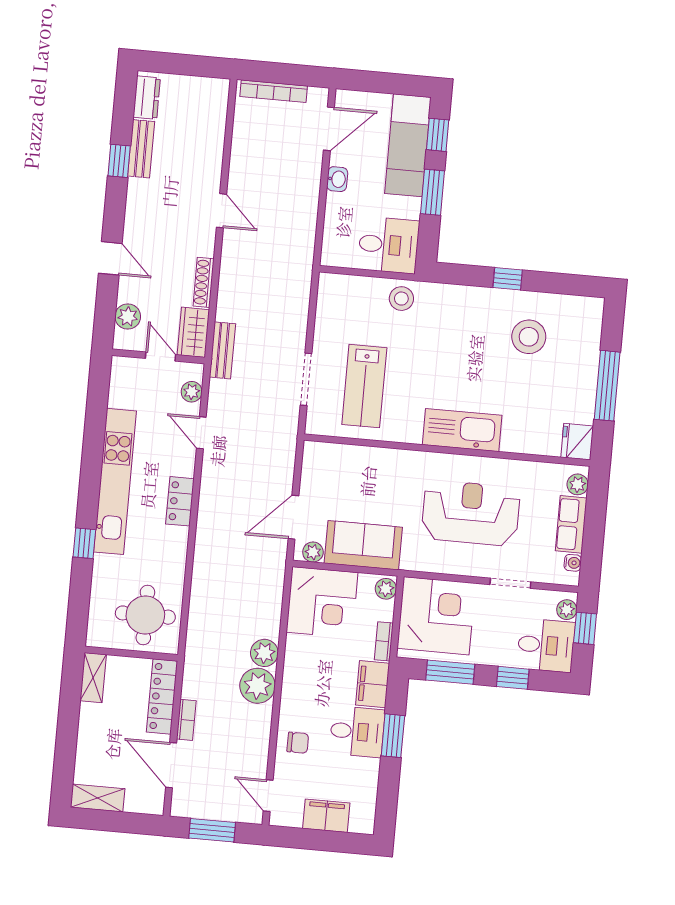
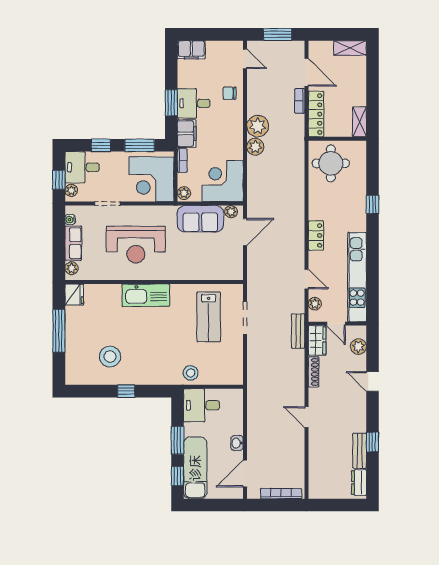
lab bench: (364, 386) -> (209, 317), turned 180
kitchen unit: (115, 481) -> (357, 277), moved
filing cabinet: (326, 816) -> (191, 50), moved

